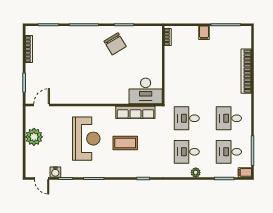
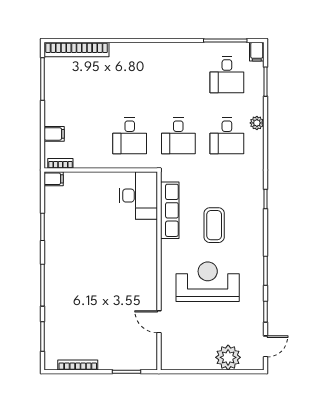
filing cabinet: (157, 32) -> (54, 179), added
filing cabinet: (204, 33) -> (54, 134), moved
chair: (115, 44) -> (70, 240), removed
bookcase: (246, 71) -> (77, 50), moved
door: (42, 105) -> (159, 322), moved
desk: (229, 118) -> (130, 136), moved
plant: (34, 137) -> (228, 357), moved
water cooler: (55, 172) -> (256, 326), removed

